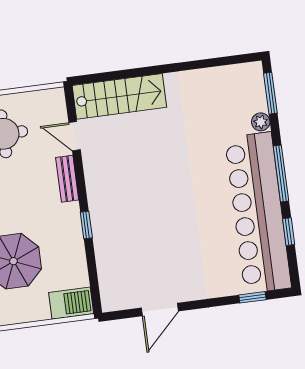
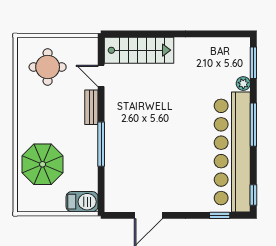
window: (86, 225) -> (101, 144), width x2.17
window: (289, 232) -> (253, 195), moved

